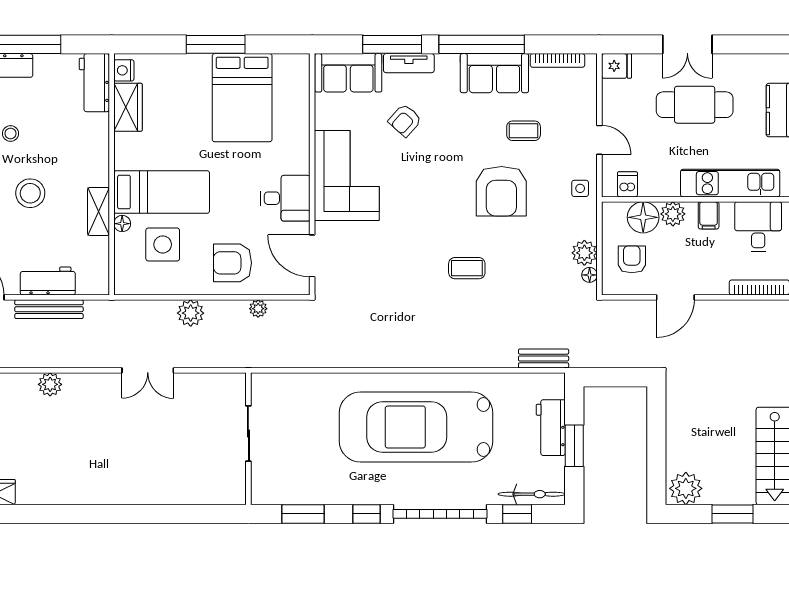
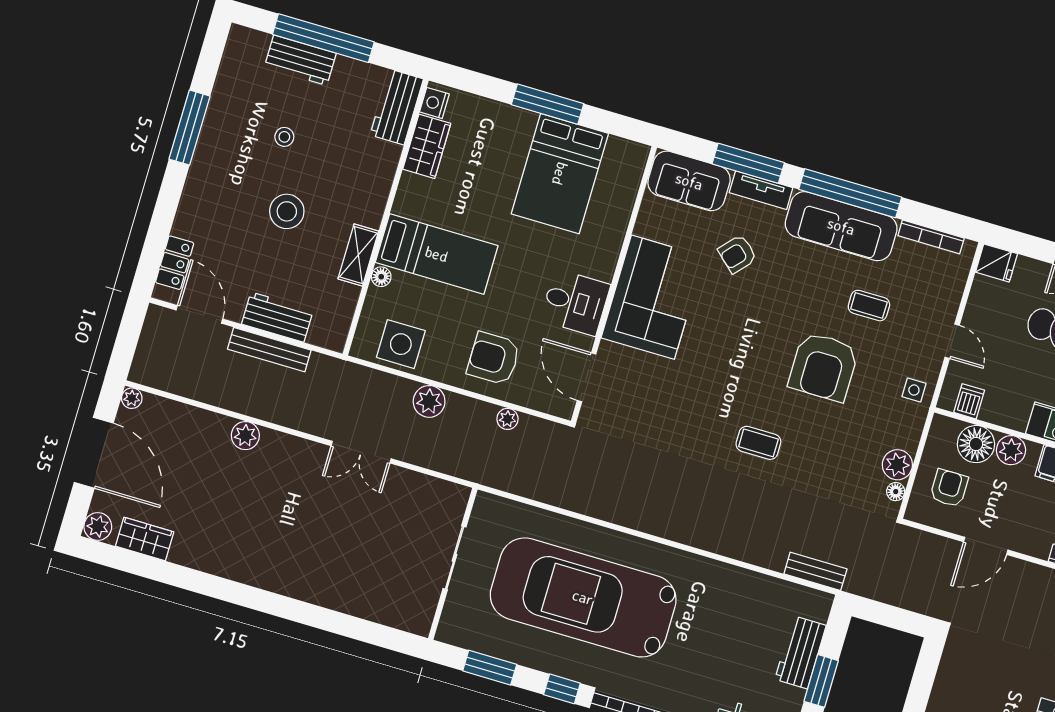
sofa: (494, 73) -> (841, 226), width x1.36
side table: (163, 244) -> (401, 344), moved
car: (416, 427) -> (583, 597), moved

